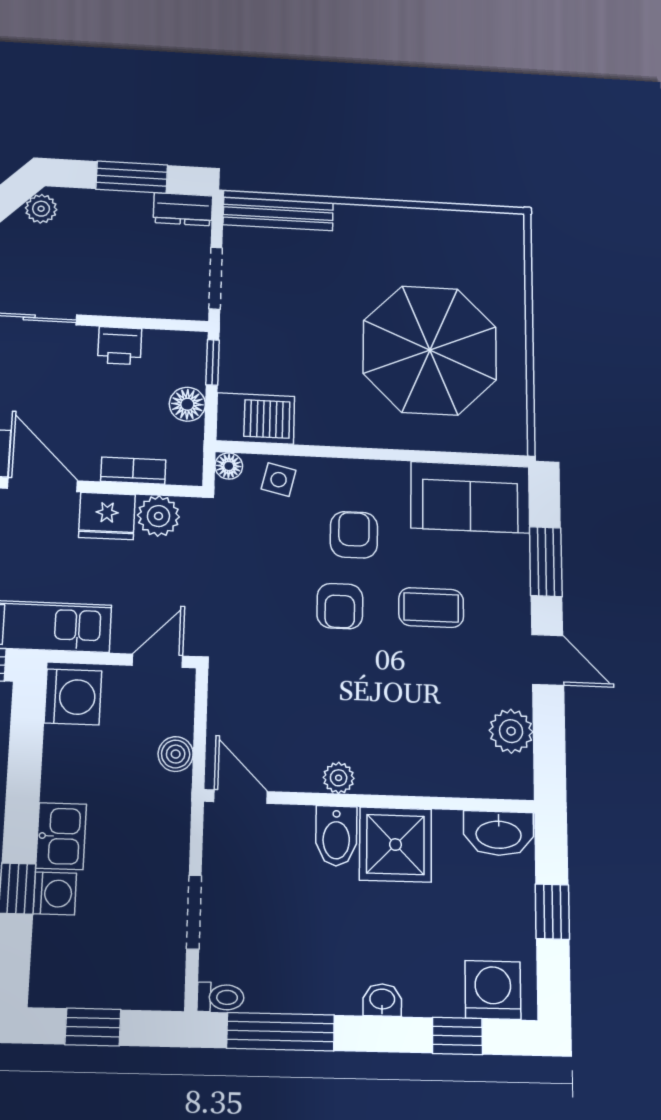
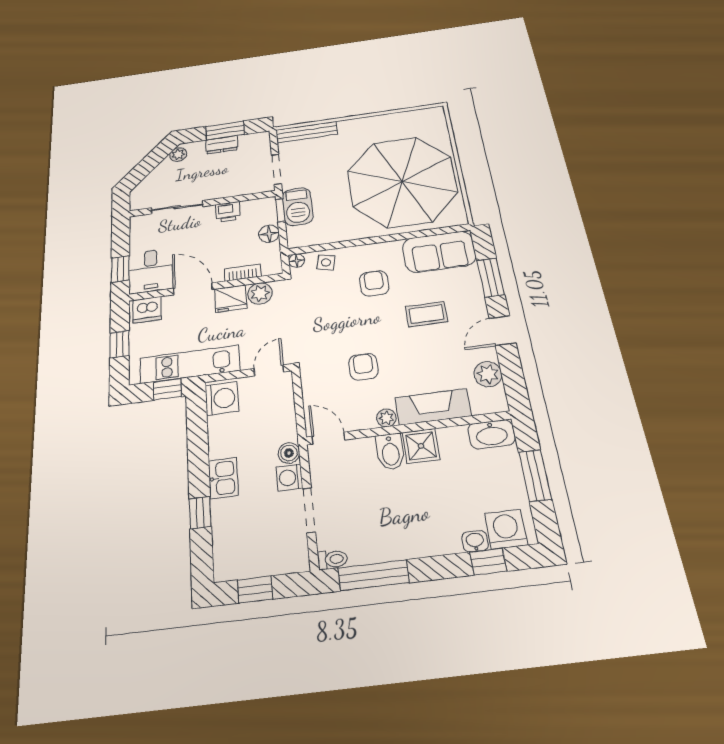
dresser: (183, 209) -> (222, 145), moved
parasol: (430, 350) -> (402, 182), width x1.36, depth x1.36
barbecue: (255, 418) -> (298, 207), moved, turned 90
armchair: (340, 606) -> (363, 367), moved, turned 180
door: (548, 660) -> (503, 331), swing flipped
boiler: (176, 754) -> (289, 453), moved
fireplace: (415, 772) -> (433, 407), added
shower: (395, 845) -> (421, 446), width x0.73, depth x0.73
washing machine: (55, 894) -> (289, 478), moved, turned 180
window: (552, 912) -> (535, 476), width x1.50
washbasin: (382, 1000) -> (475, 541), moved

